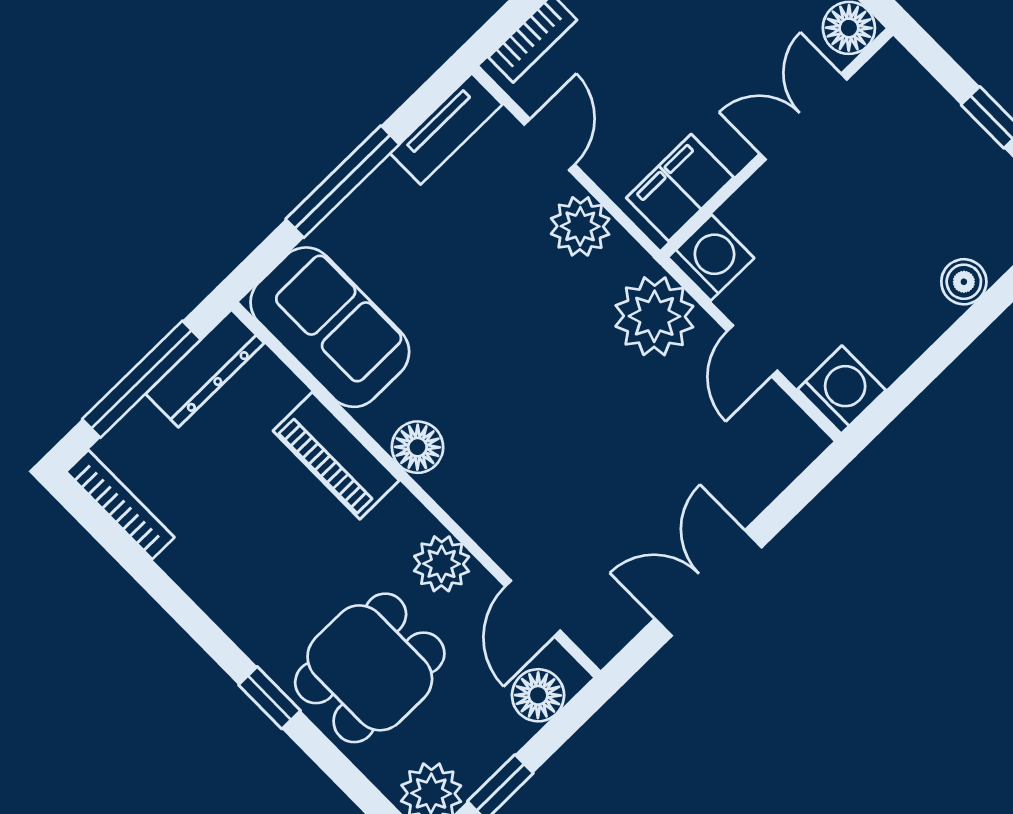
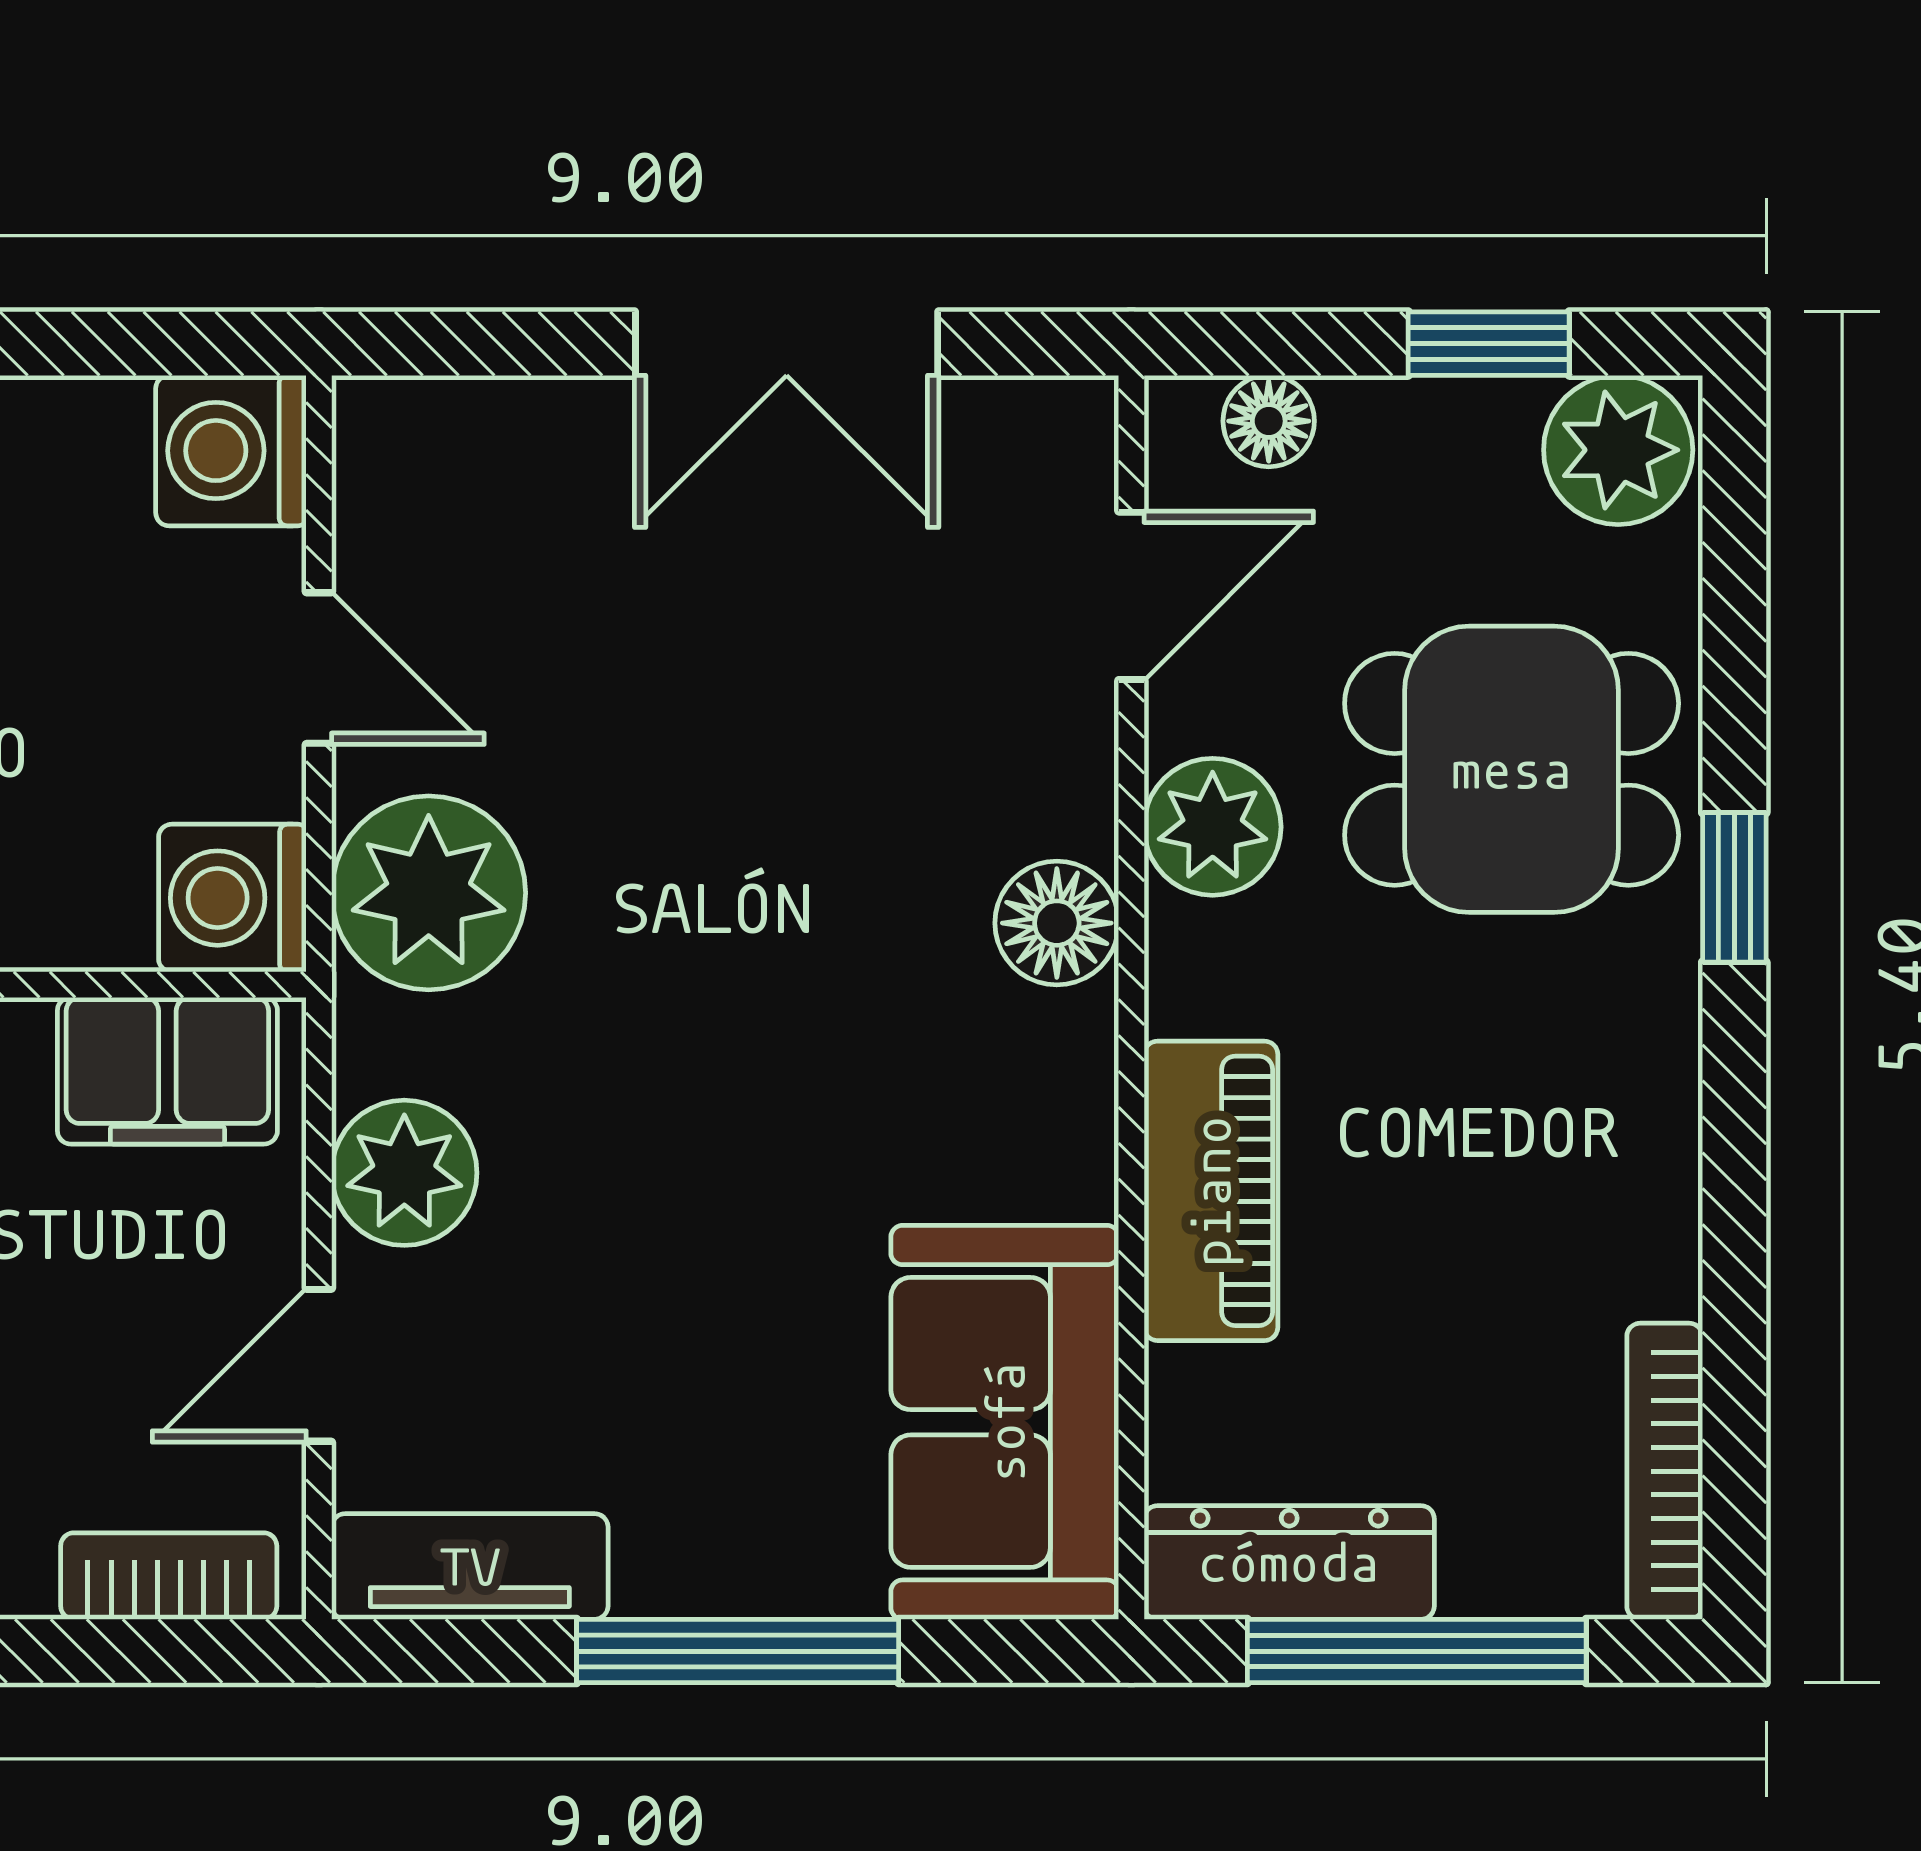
door: (752, 351) -> (319, 668), hinge flipped
floor lamp: (417, 447) -> (1057, 923), moved
floor lamp: (538, 695) -> (1269, 421), width x0.73, depth x0.73

